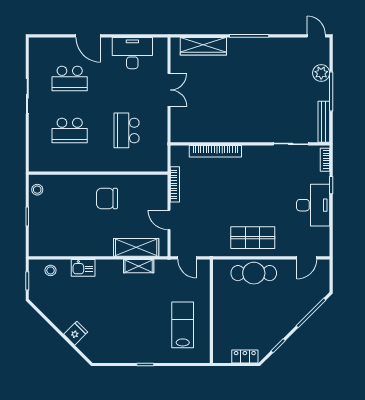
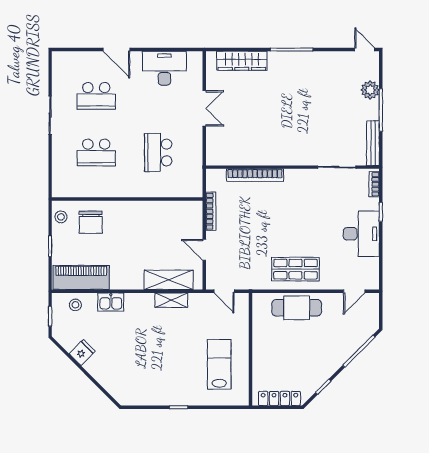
chair: (107, 198) -> (91, 222), moved, turned -90
piano: (56, 245) -> (81, 277), added
fridge: (76, 333) -> (82, 352), moved
locker: (245, 356) -> (279, 398), width x1.53

